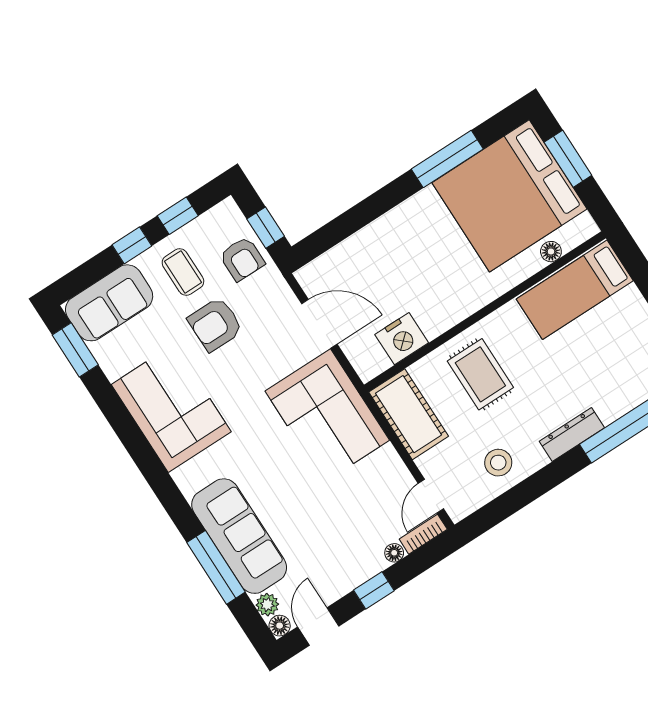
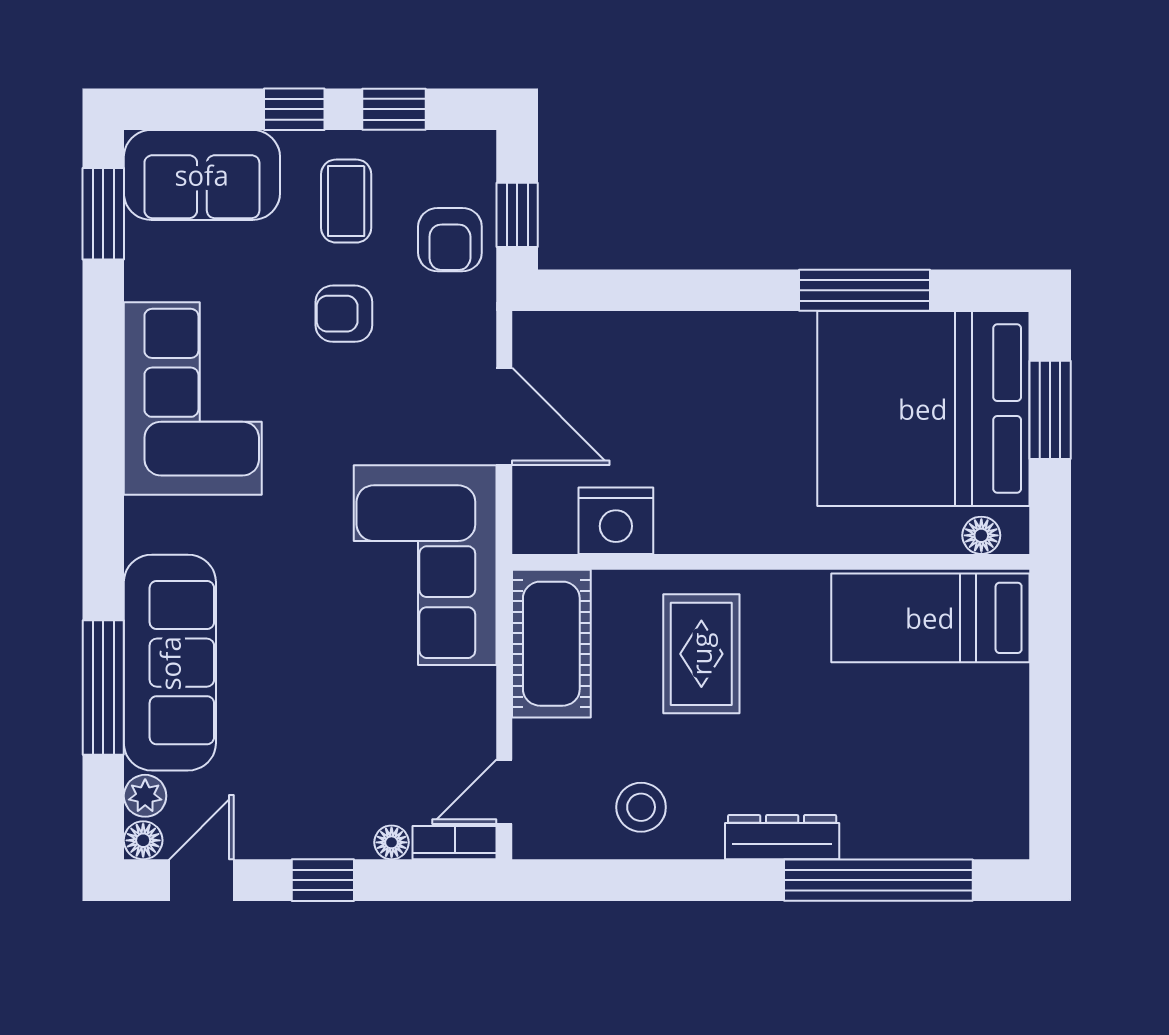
floor lamp: (551, 252) -> (981, 535), moved
armchair: (215, 324) -> (344, 314), width x0.72, depth x0.72

